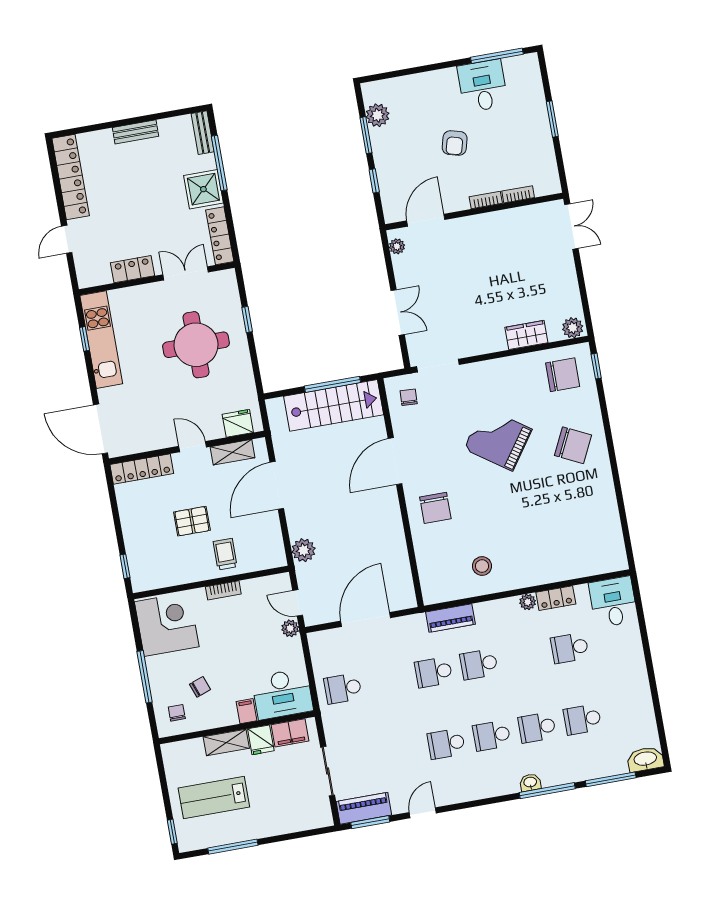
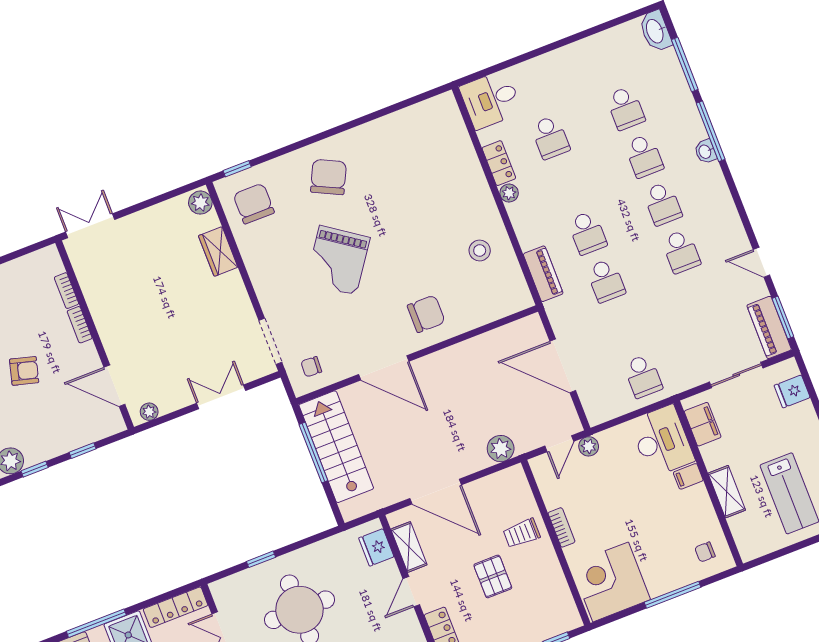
window: (366, 135) -> (35, 469), width x0.67
chair: (200, 687) -> (672, 532), removed
fridge: (261, 740) -> (792, 391), moved, turned 180

